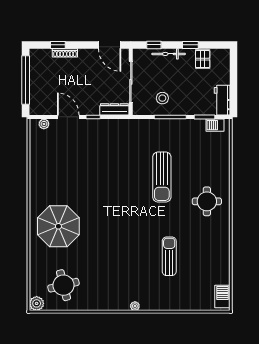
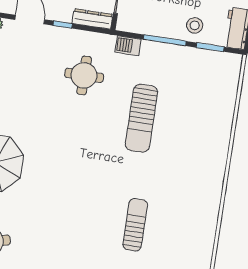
stool: (162, 98) -> (195, 25), moved
barbecue: (215, 125) -> (128, 46), moved
round table: (207, 201) -> (84, 75), moved

